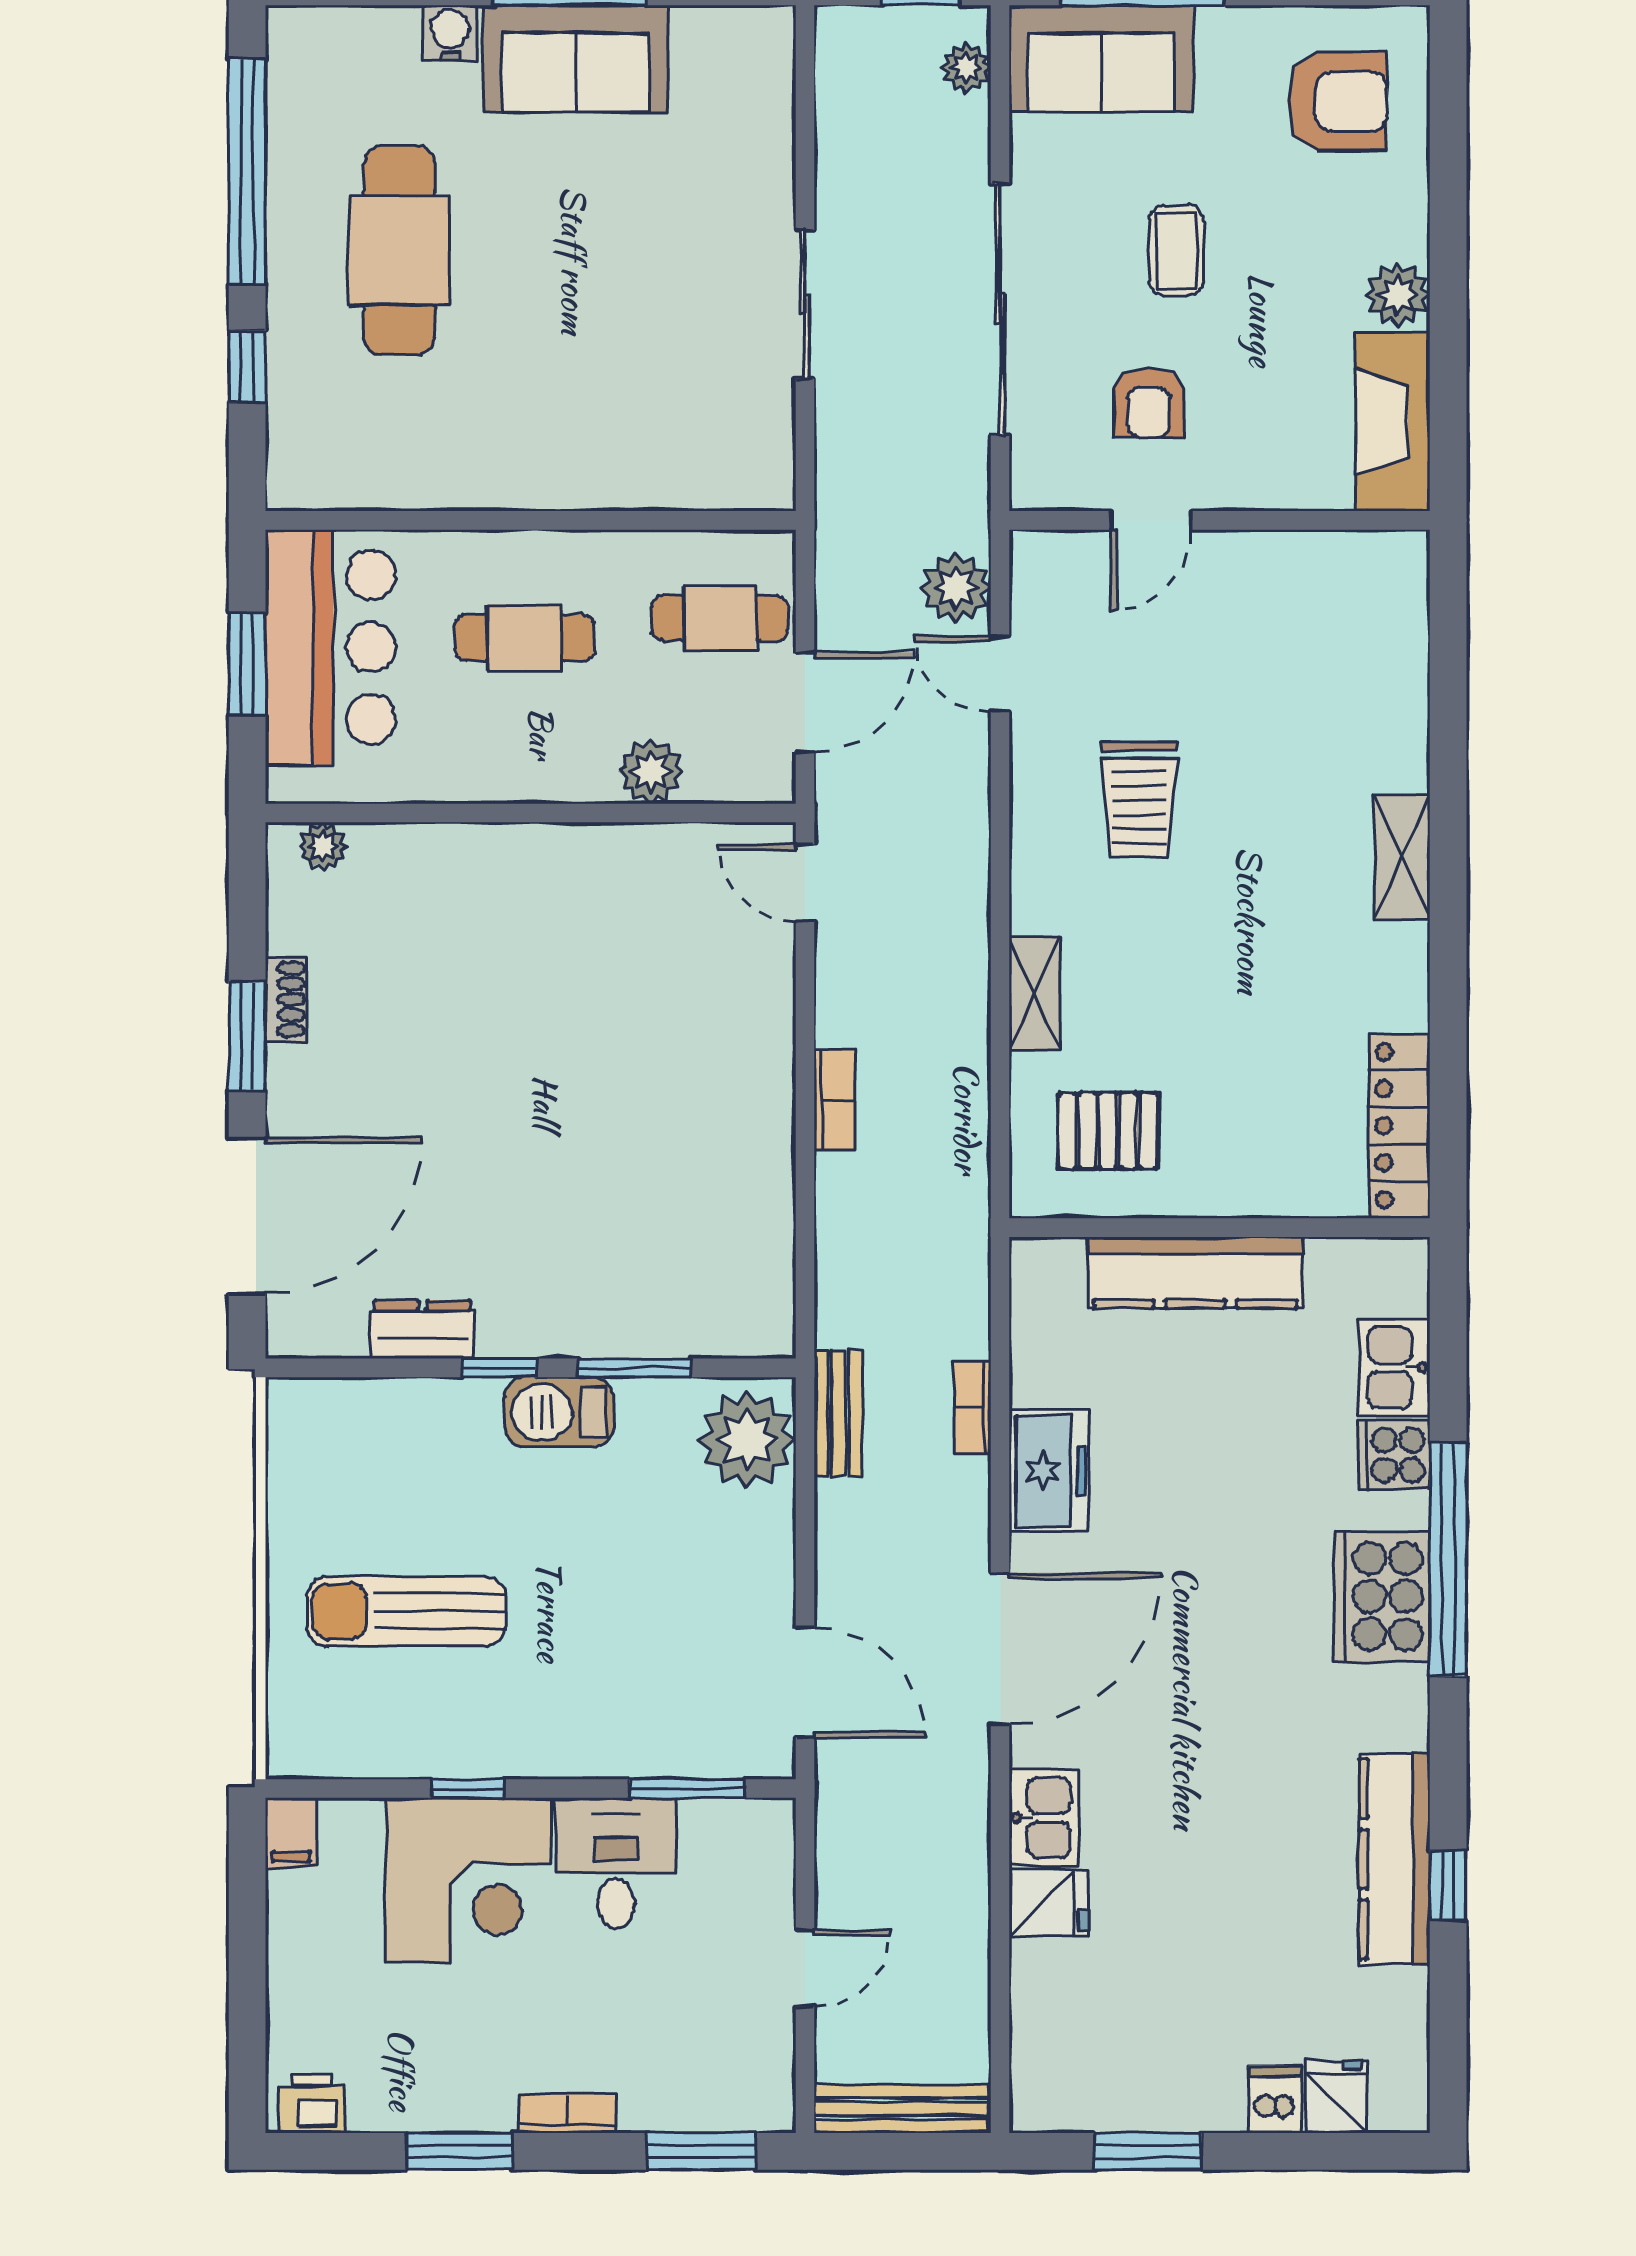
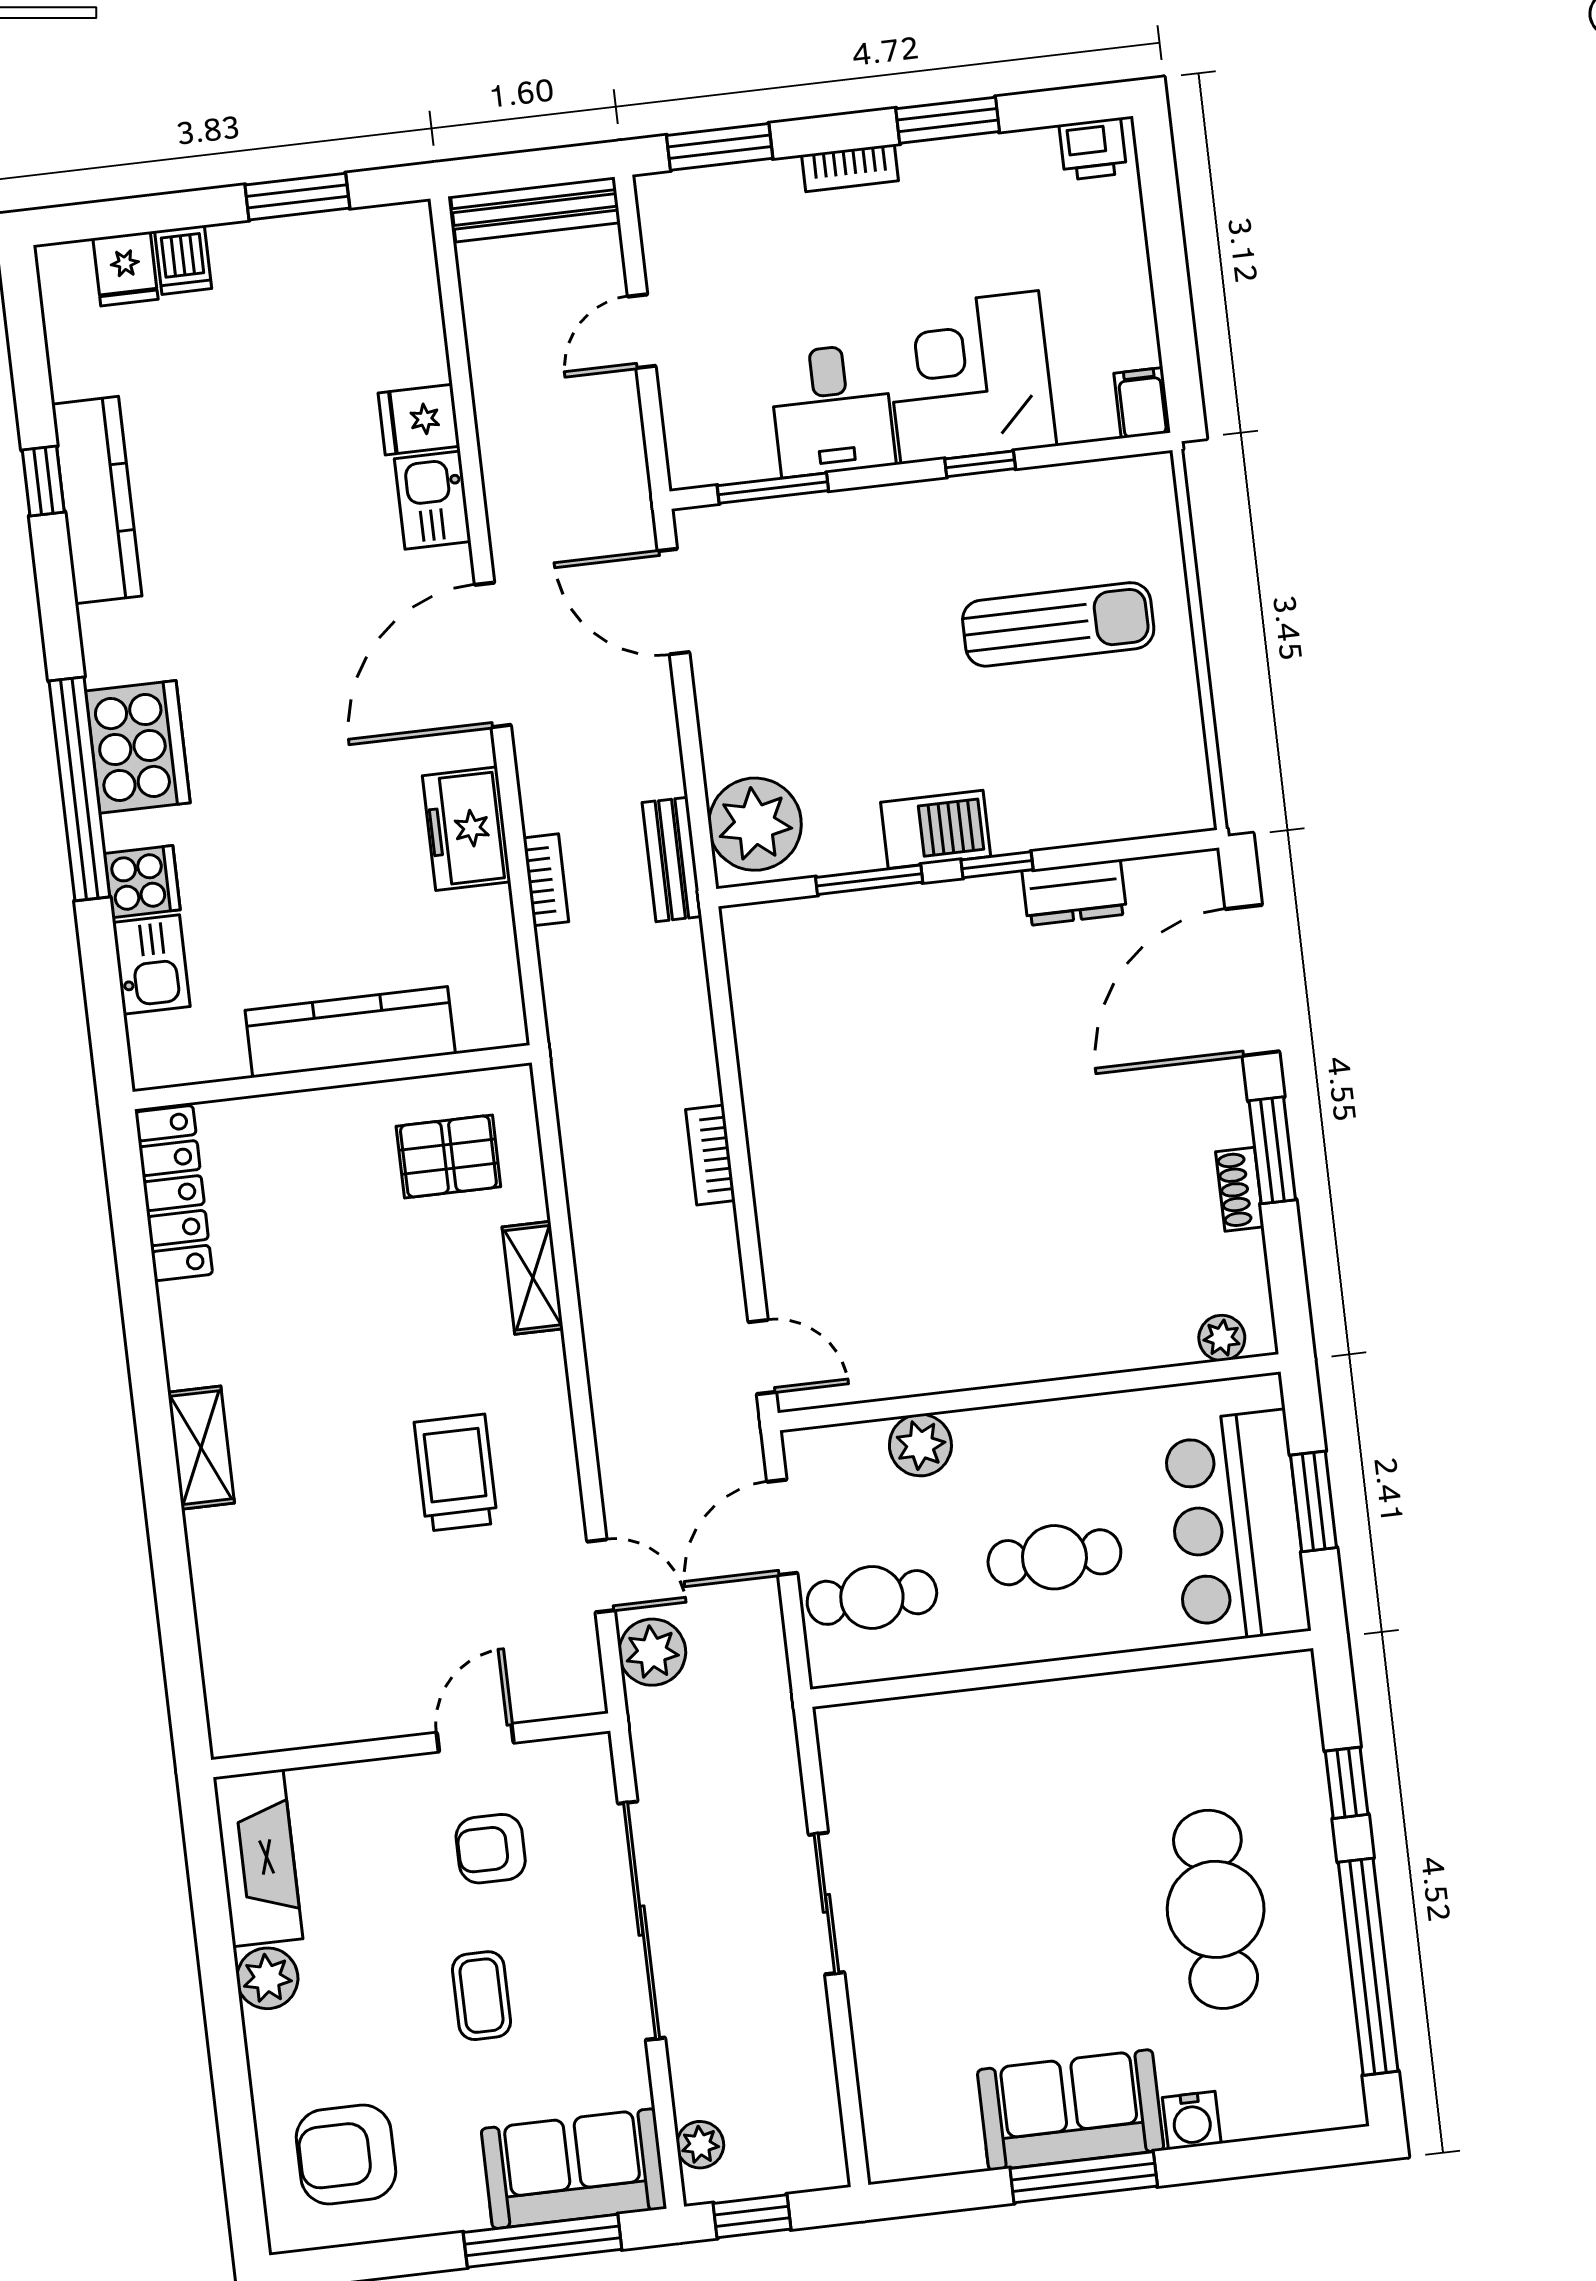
armchair: (1149, 403) -> (491, 1849), turned -90

